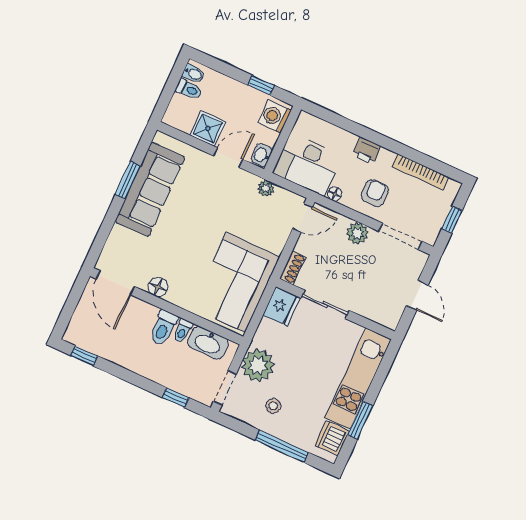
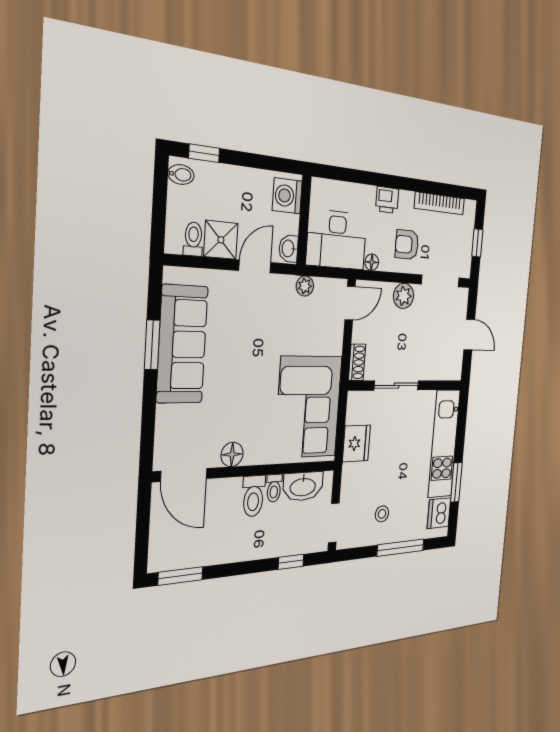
window: (261, 85) -> (204, 153), moved
toilet: (189, 89) -> (193, 239), moved, turned -90
armchair: (375, 193) -> (407, 245), turned -90
fridge: (282, 306) -> (356, 443), moved
window: (84, 356) -> (181, 576), width x1.50
plant: (258, 365) -> (356, 482), removed

